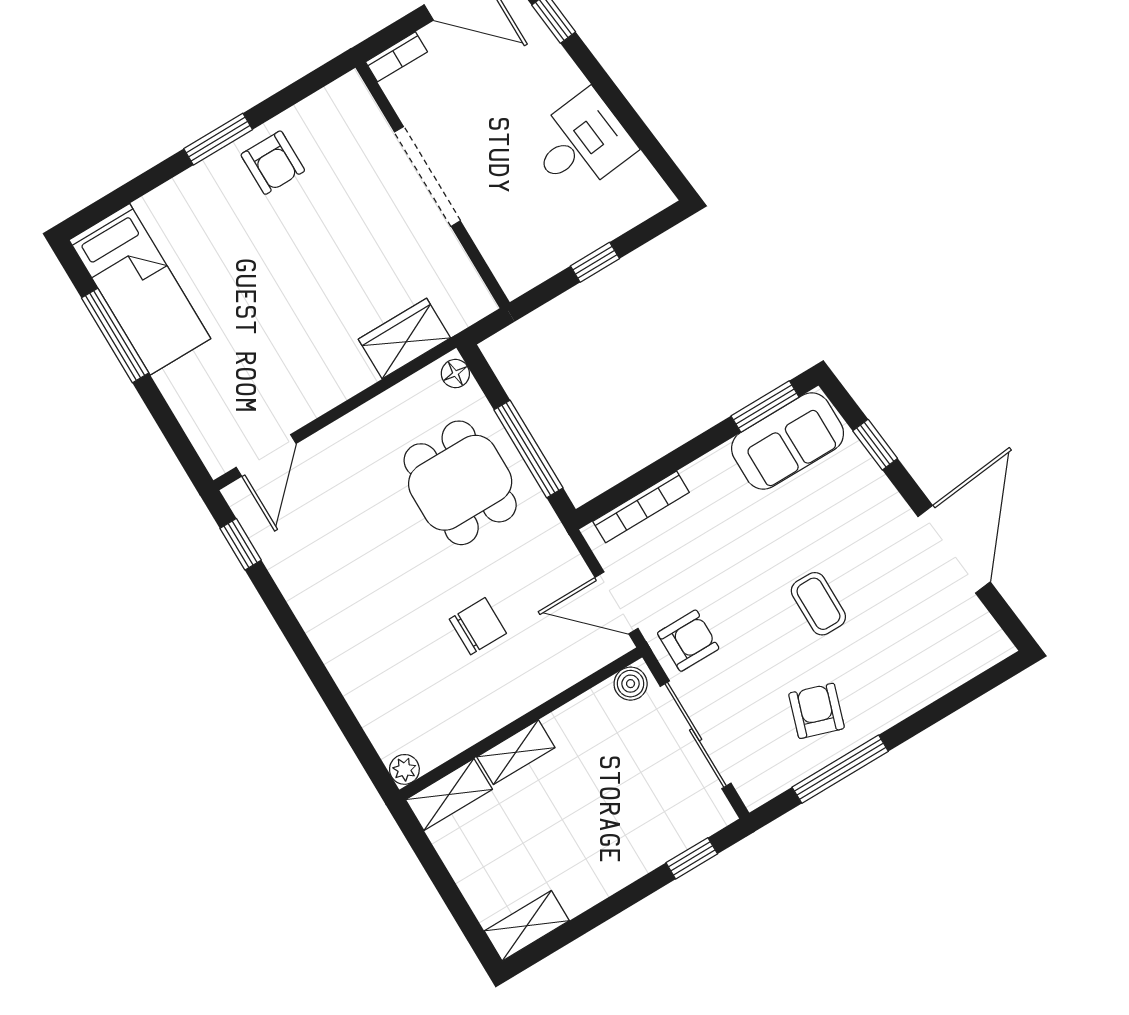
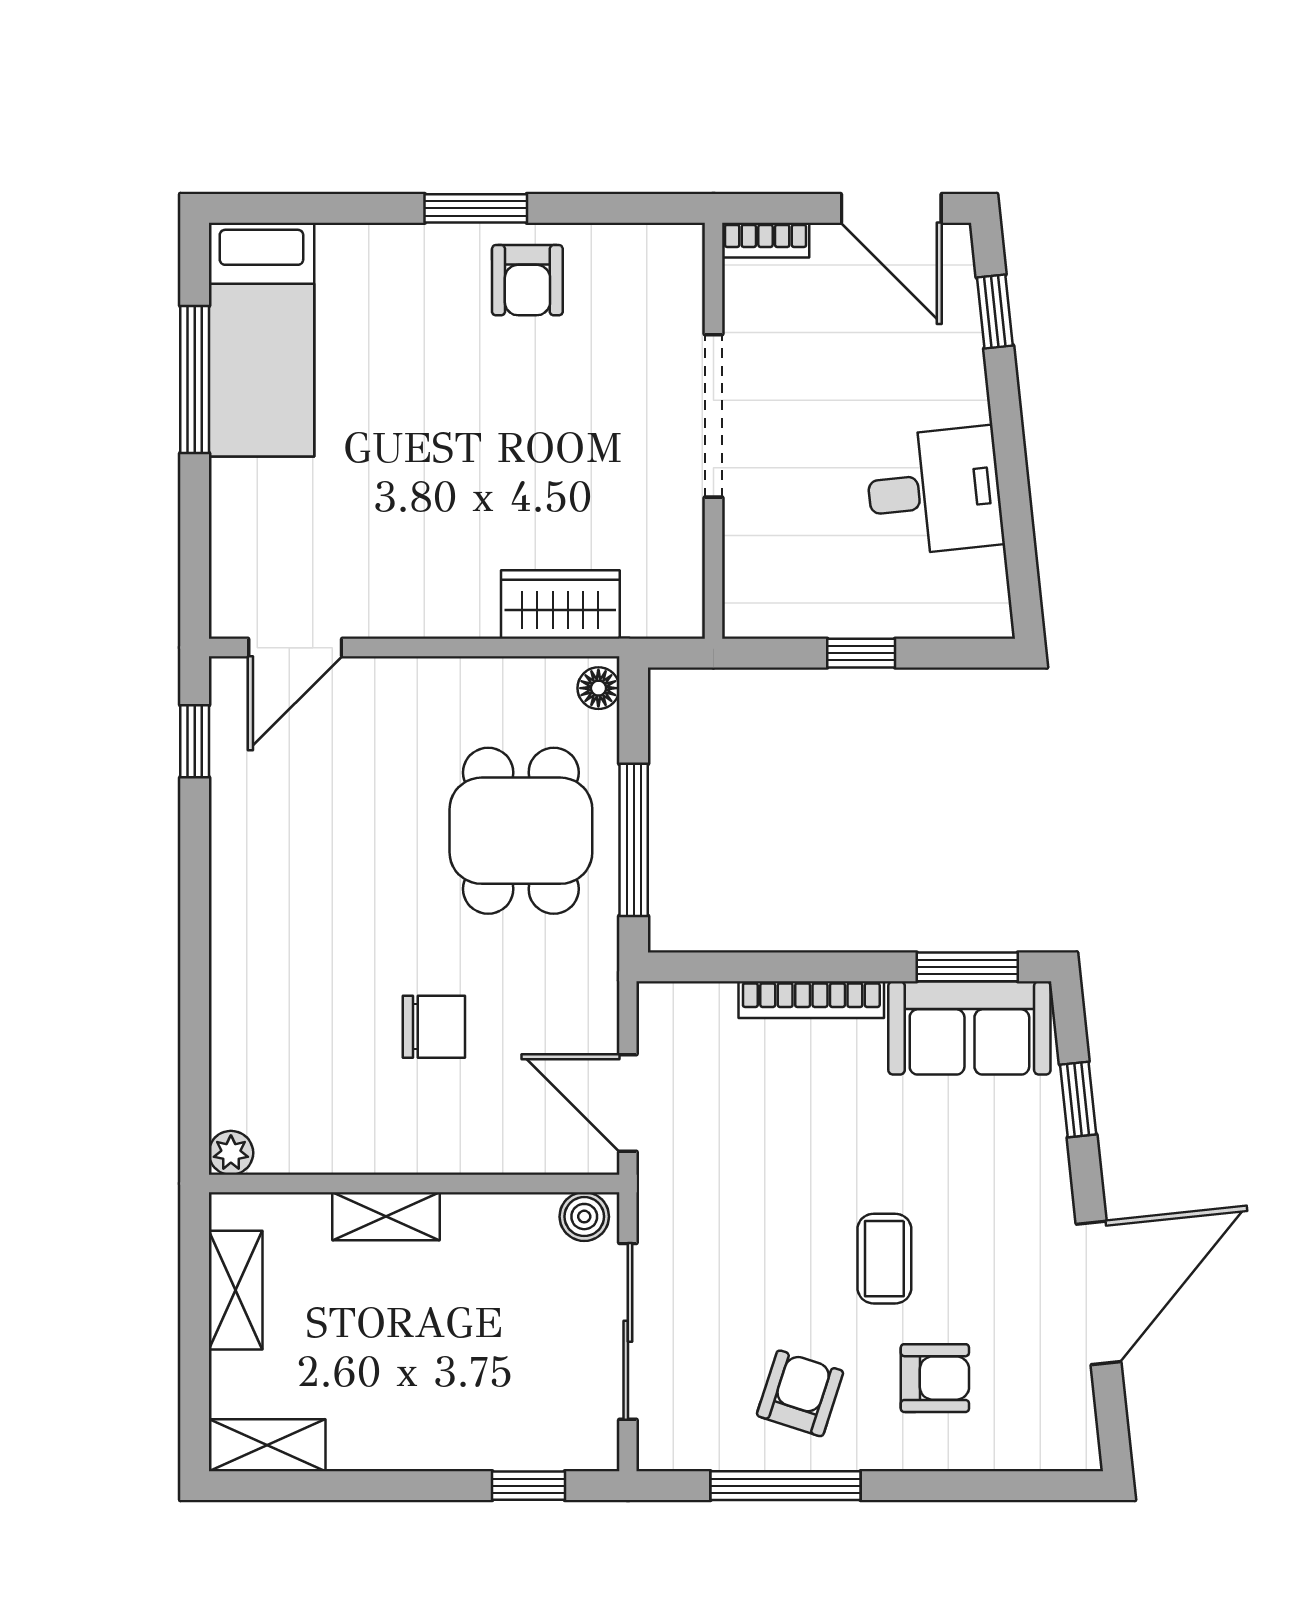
bookcase: (641, 507) -> (811, 1000), moved
armchair: (688, 641) -> (935, 1378), moved
shelving: (449, 795) -> (236, 1290), moved, turned 90

